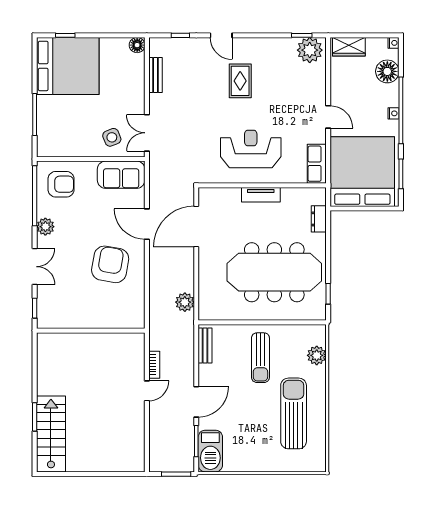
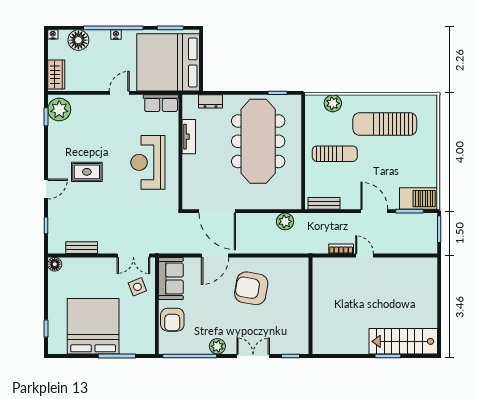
bed: (68, 66) -> (93, 326), moved
armchair: (61, 184) -> (172, 320), moved, turned 180
tv unit: (261, 195) -> (189, 137), moved

